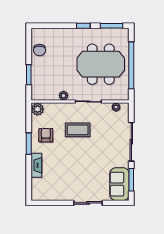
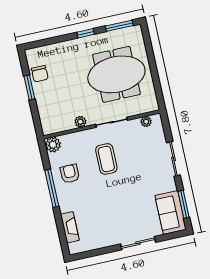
window: (131, 65) -> (153, 68), removed
window: (29, 75) -> (29, 88), moved
coffee table: (78, 130) -> (106, 159), turned 90
sliding door: (131, 142) -> (173, 159), width x0.73
window: (29, 144) -> (52, 188), width x1.44
fireplace: (36, 165) -> (70, 227), moved

